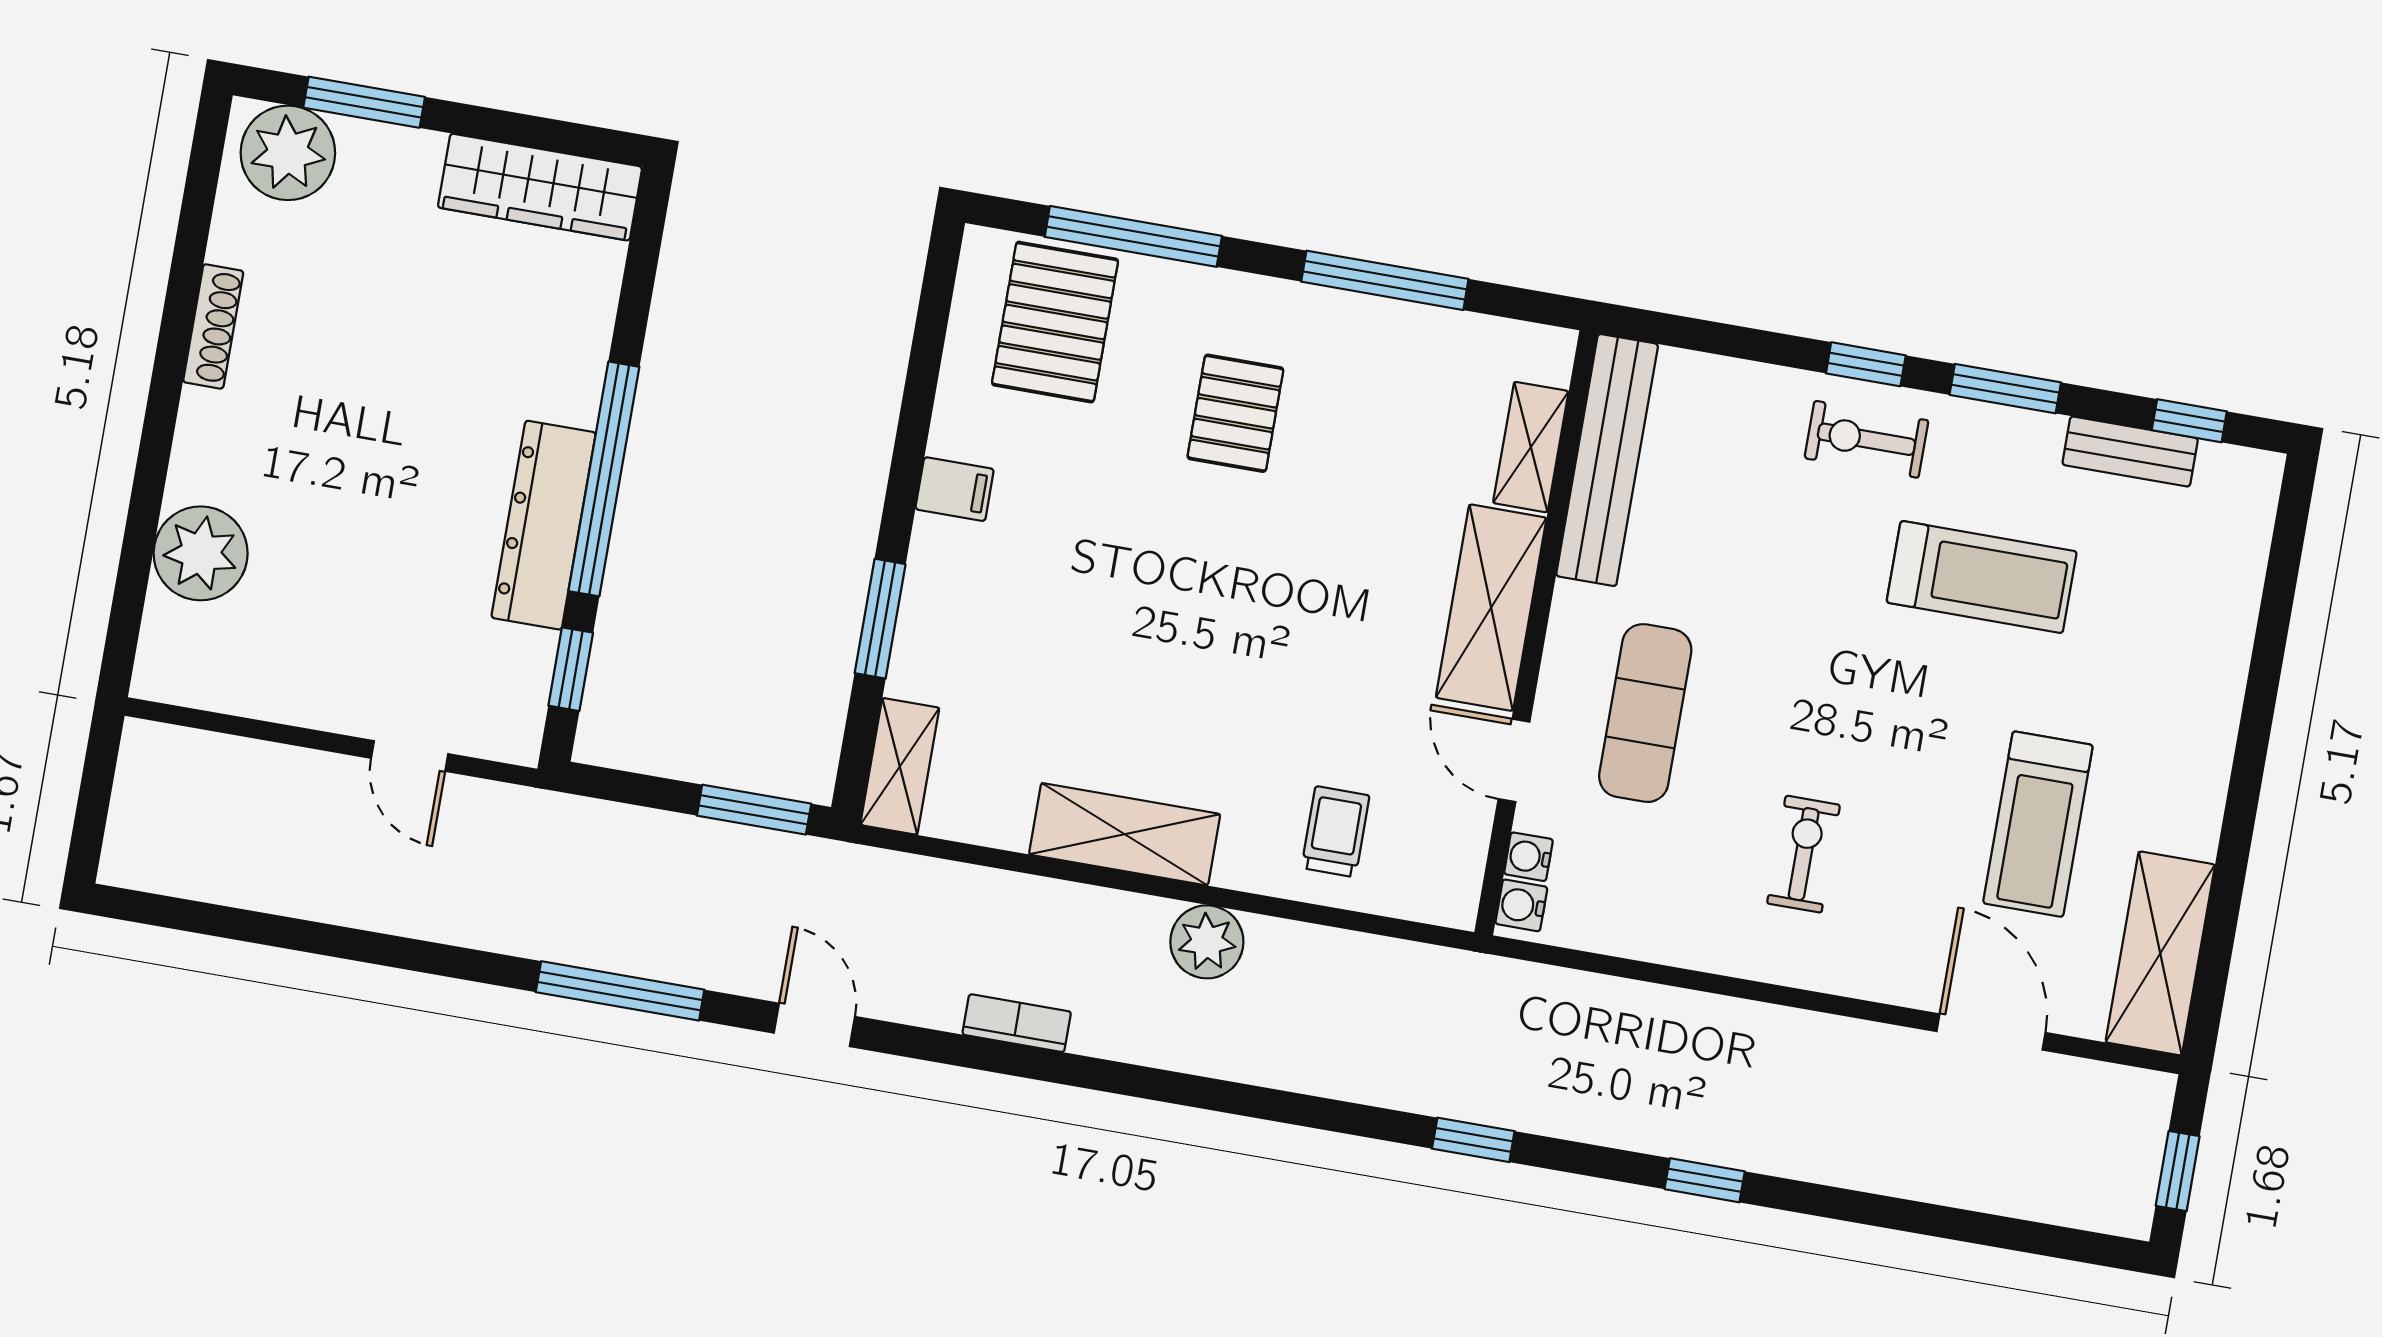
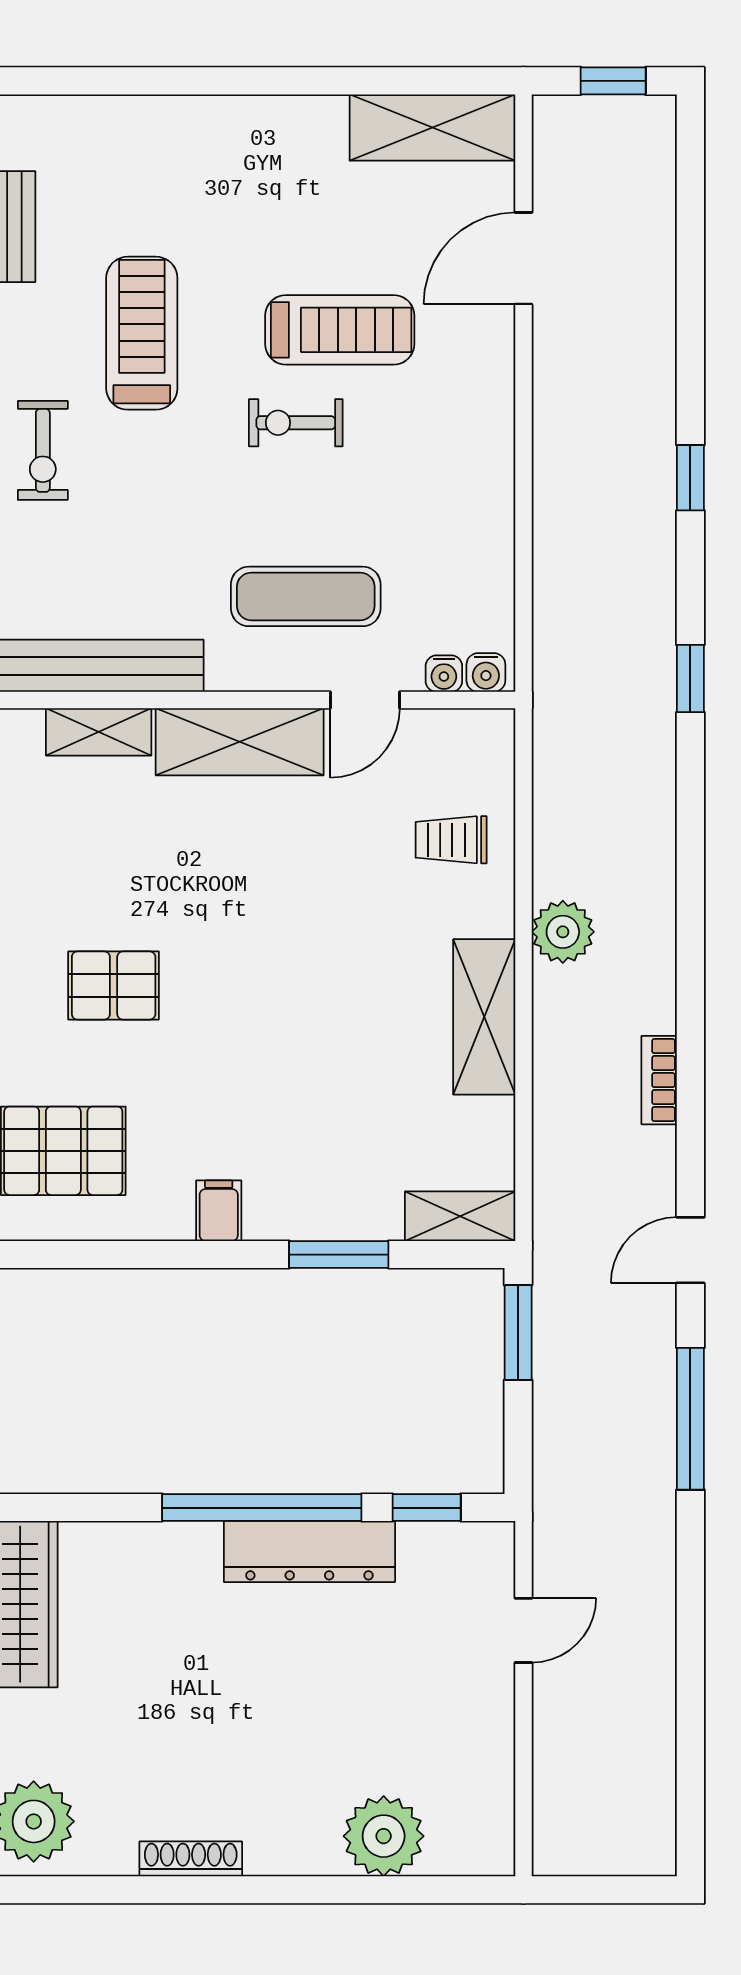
treadmill: (2038, 824) -> (340, 330), moved
exercise bike: (1804, 854) -> (296, 423), moved

